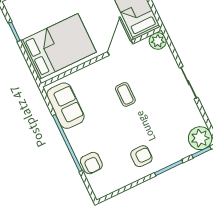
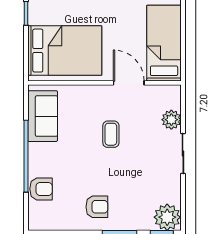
plant: (158, 41) -> (171, 120), moved
door: (120, 48) -> (129, 83), hinge flipped
armchair: (91, 163) -> (41, 189), turned -90

